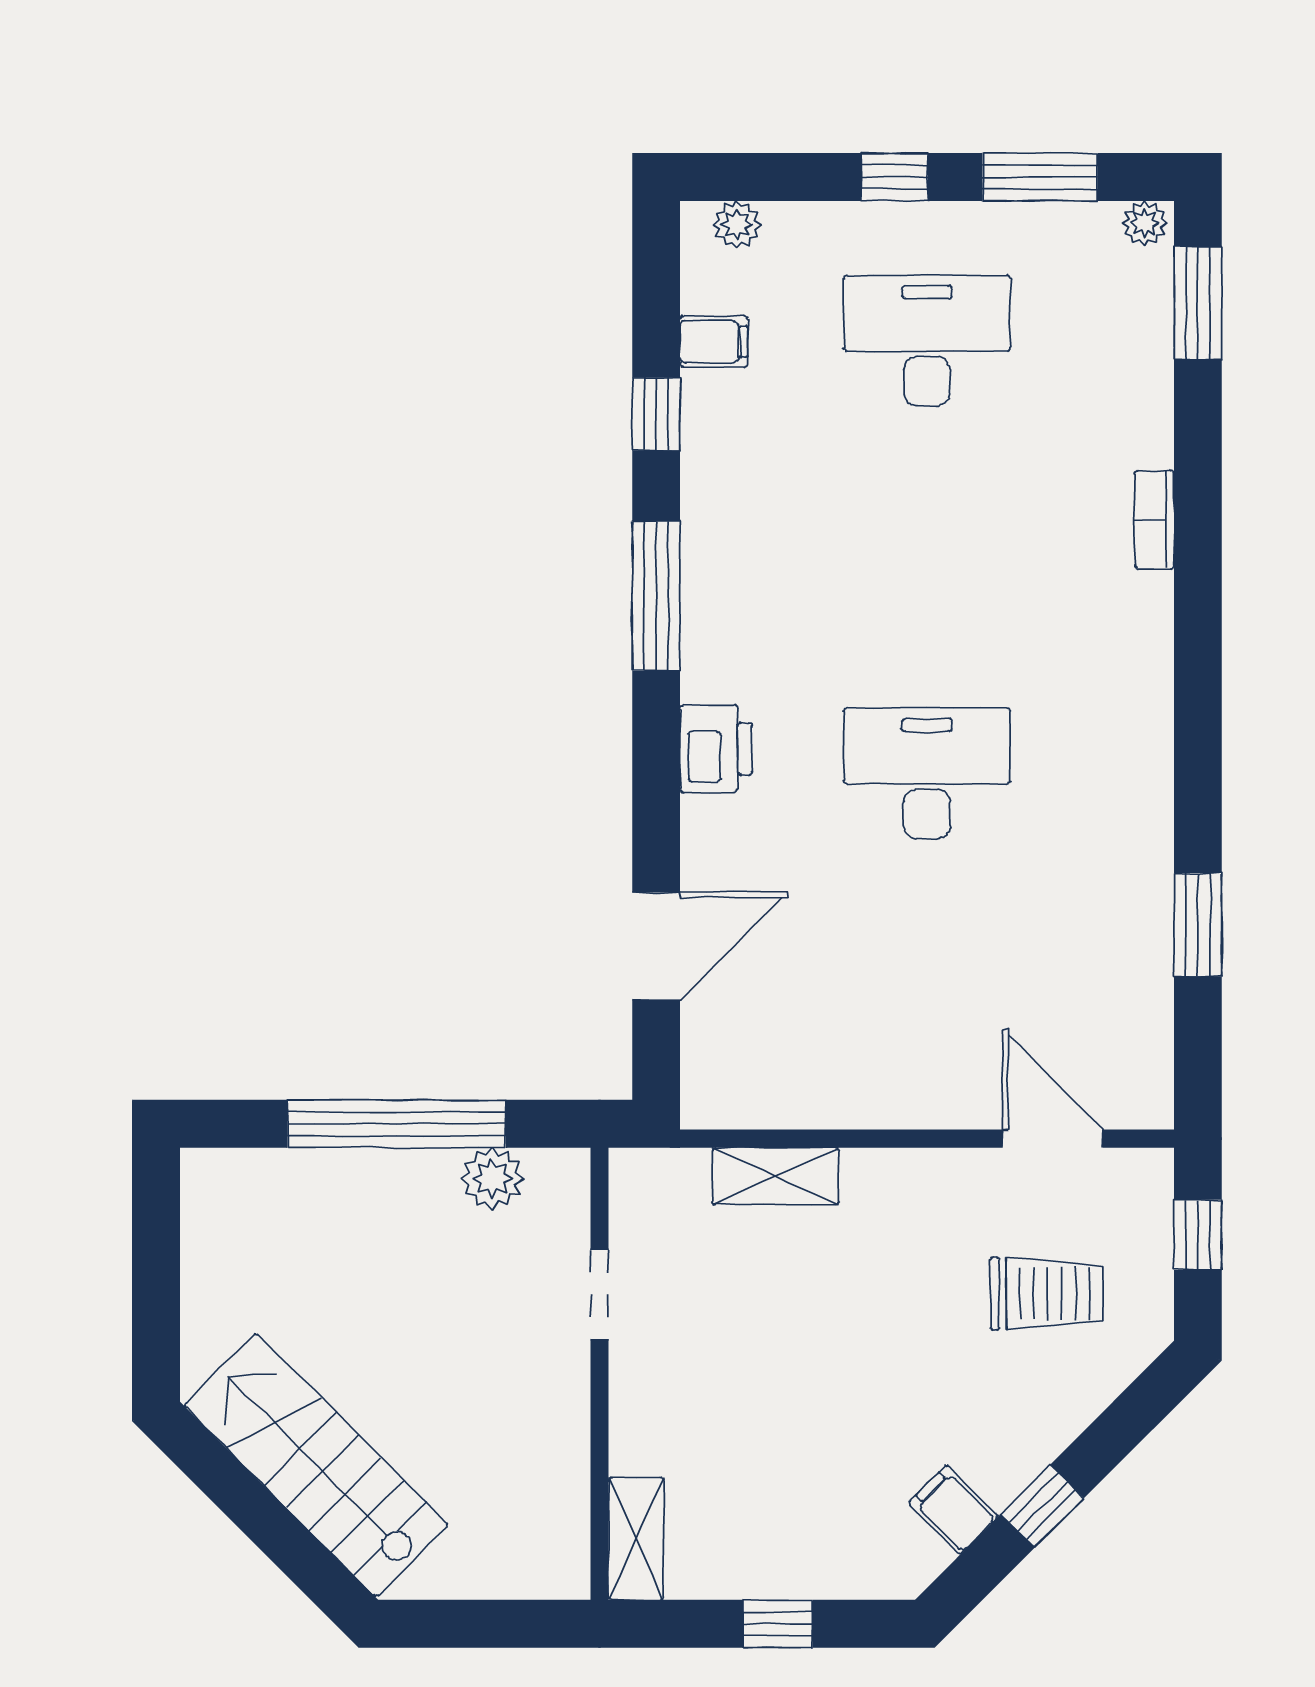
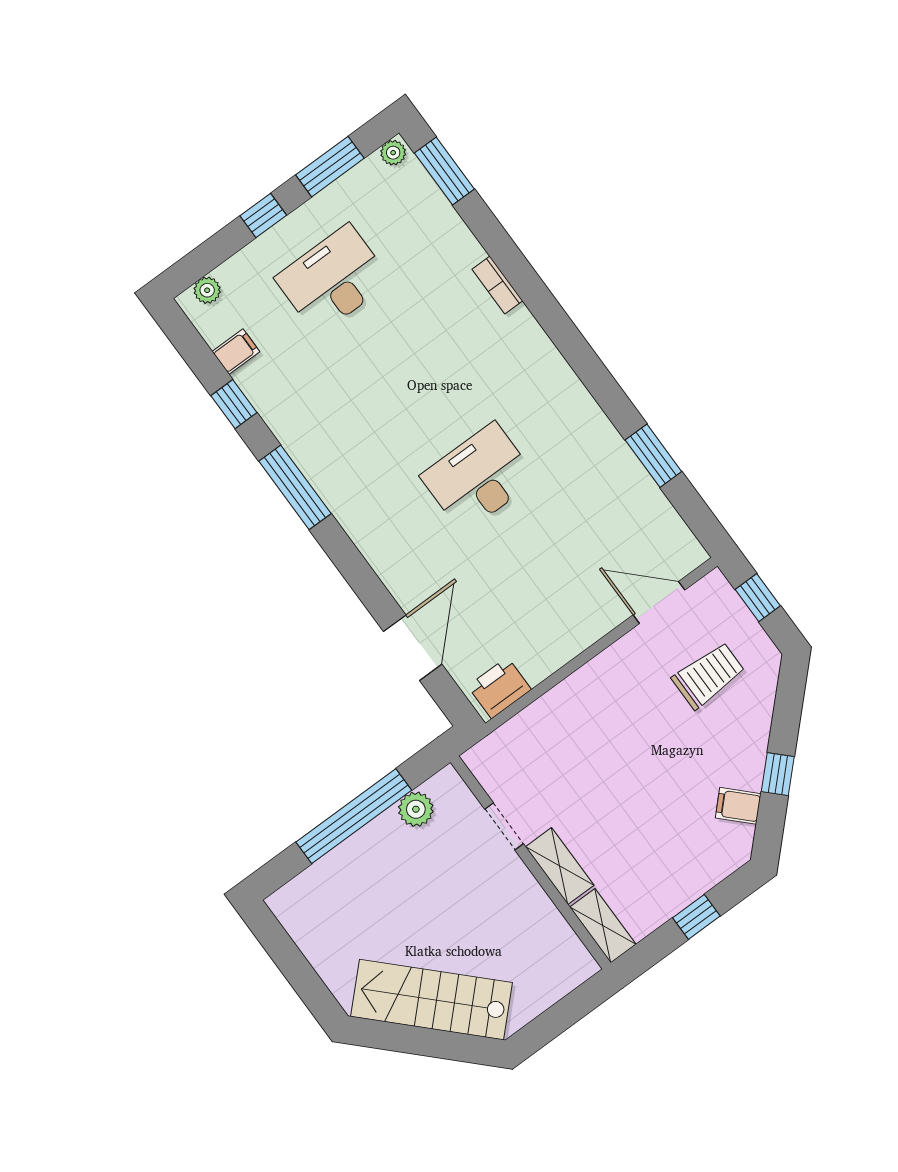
printer: (716, 749) -> (500, 688), moved, turned -90
shelving: (776, 1176) -> (560, 866), moved, turned 90

